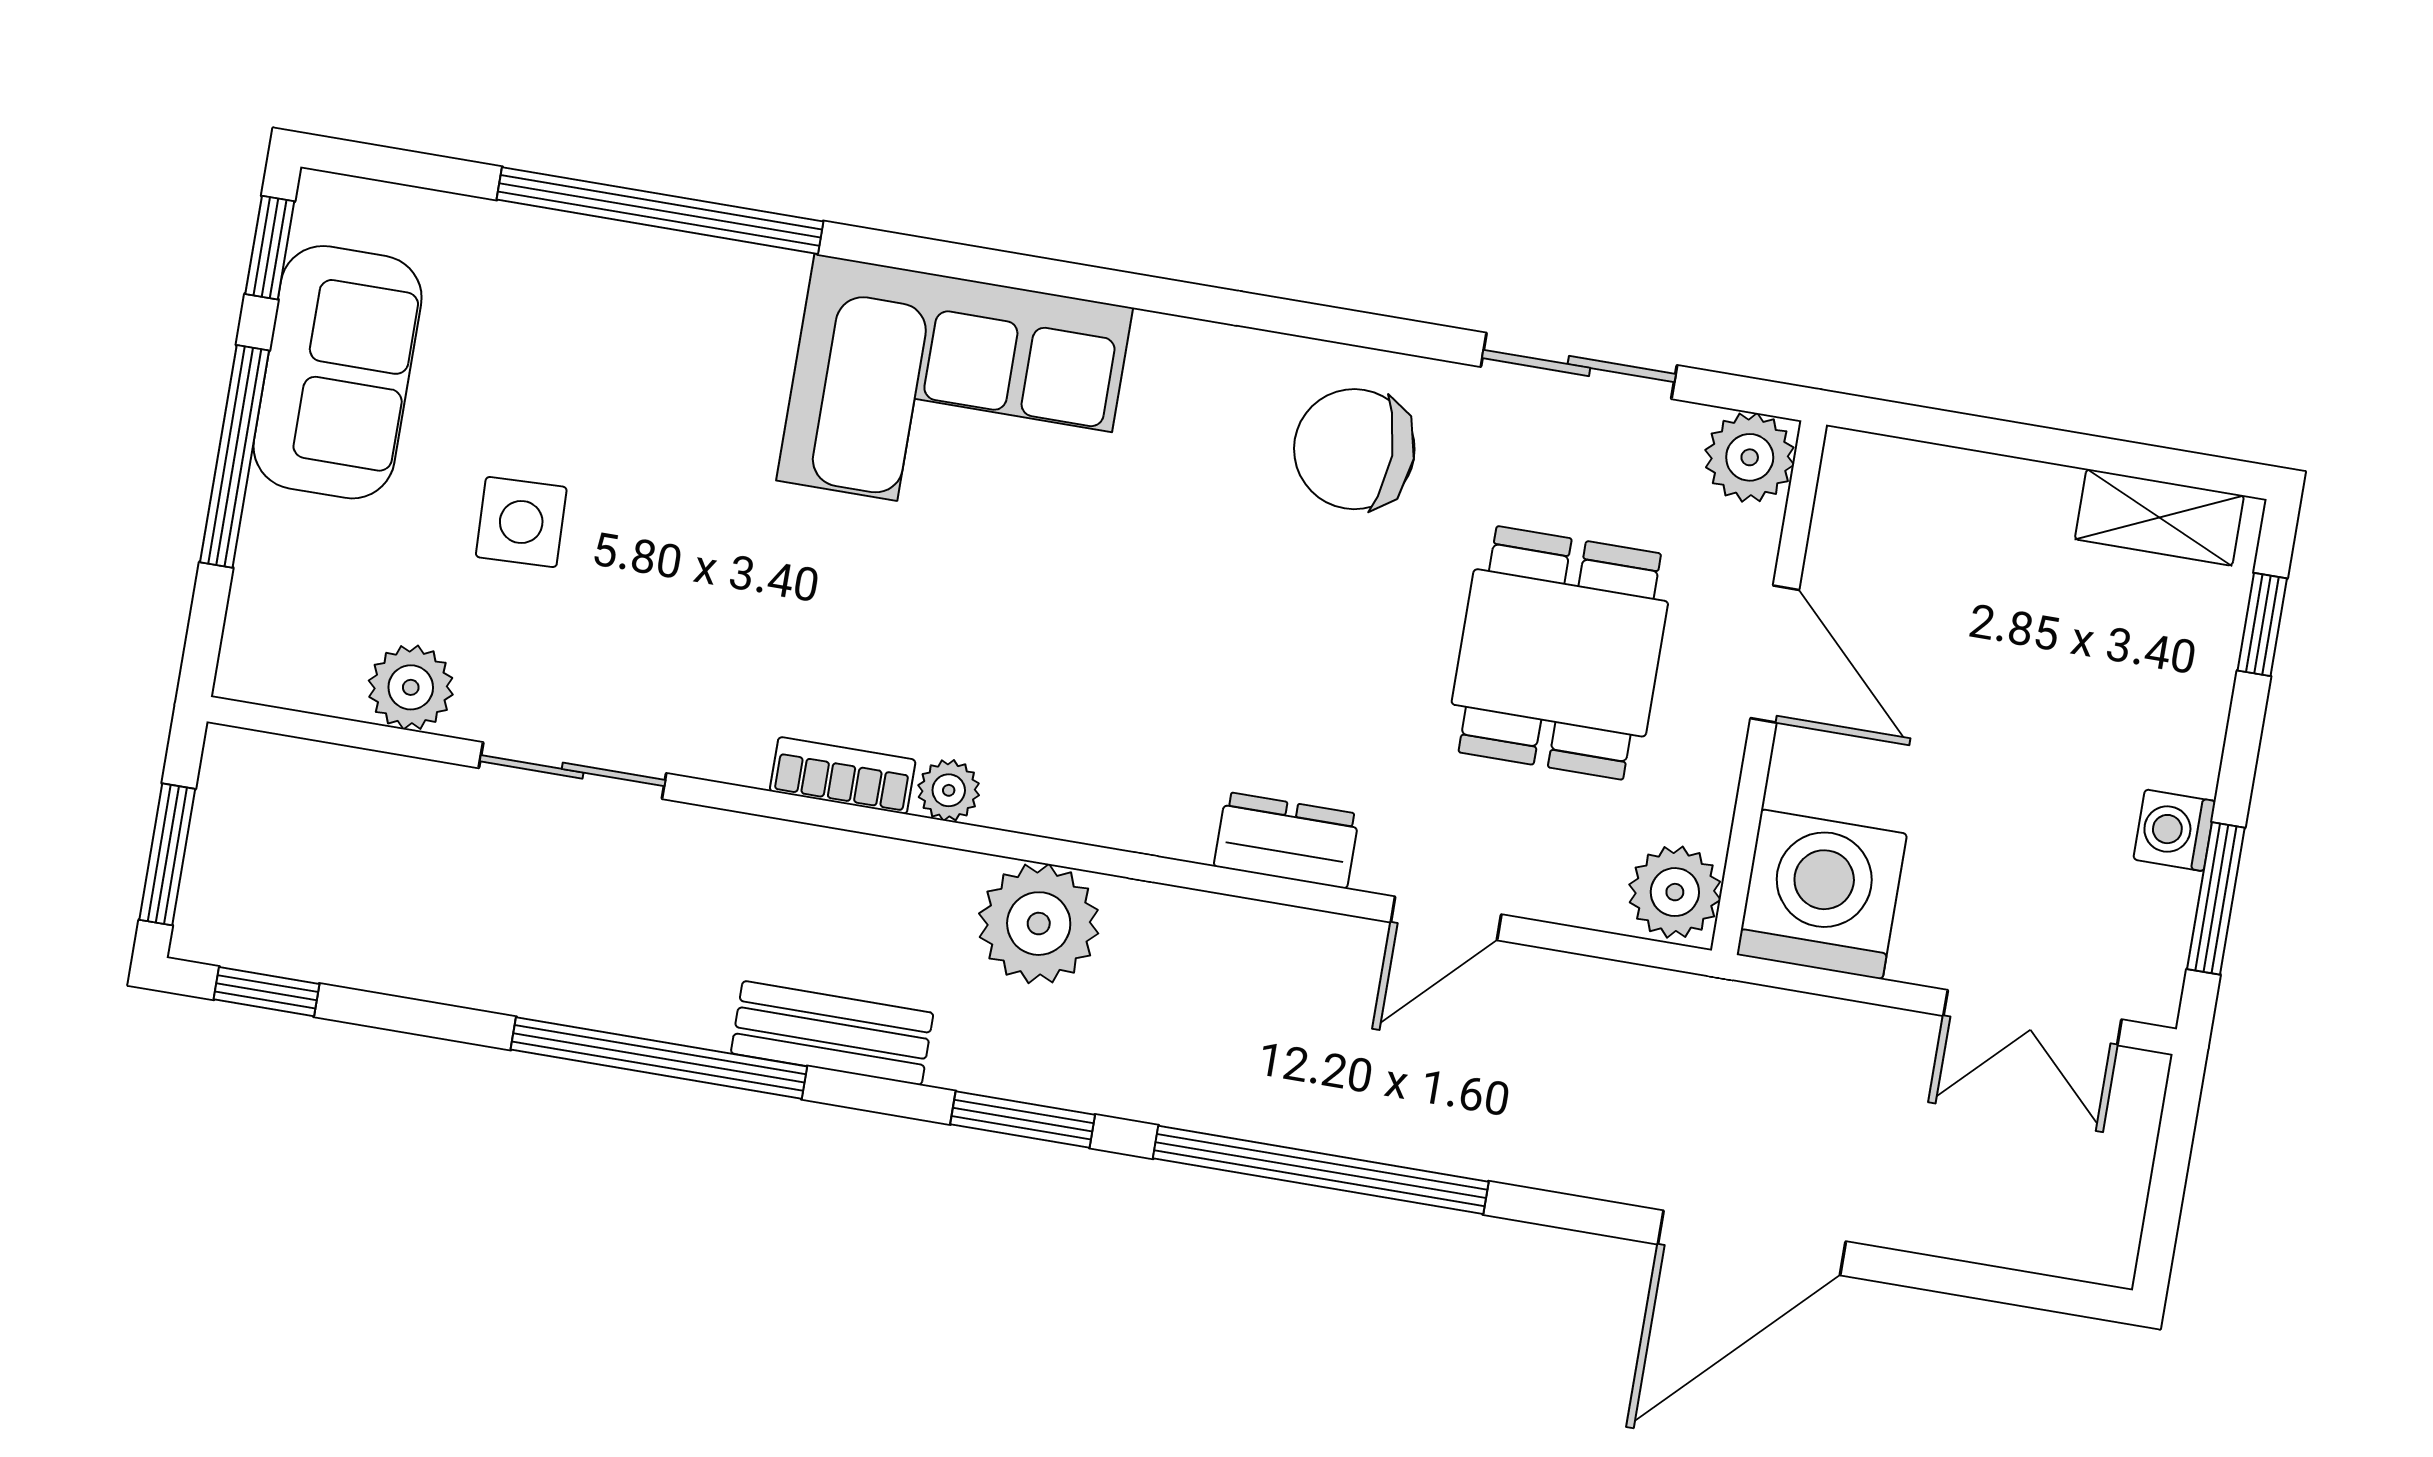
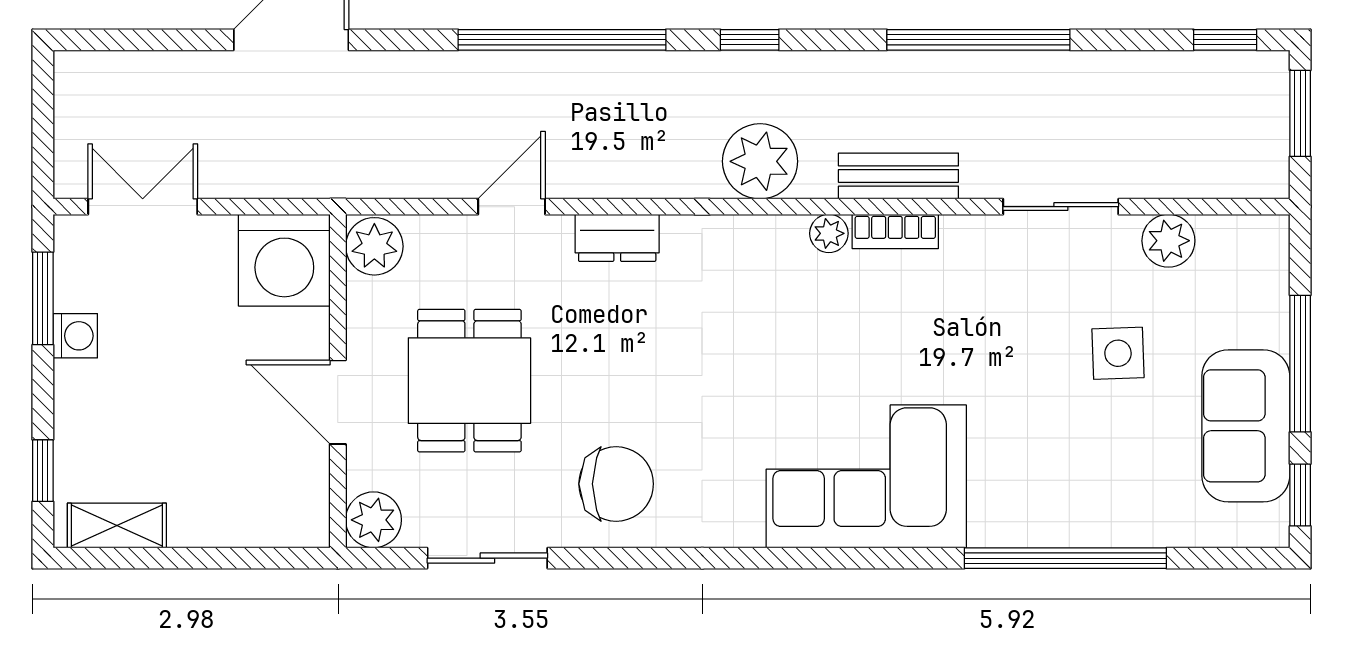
bench: (832, 1033) -> (898, 176), moved
window: (1023, 1120) -> (750, 40), width x0.67

